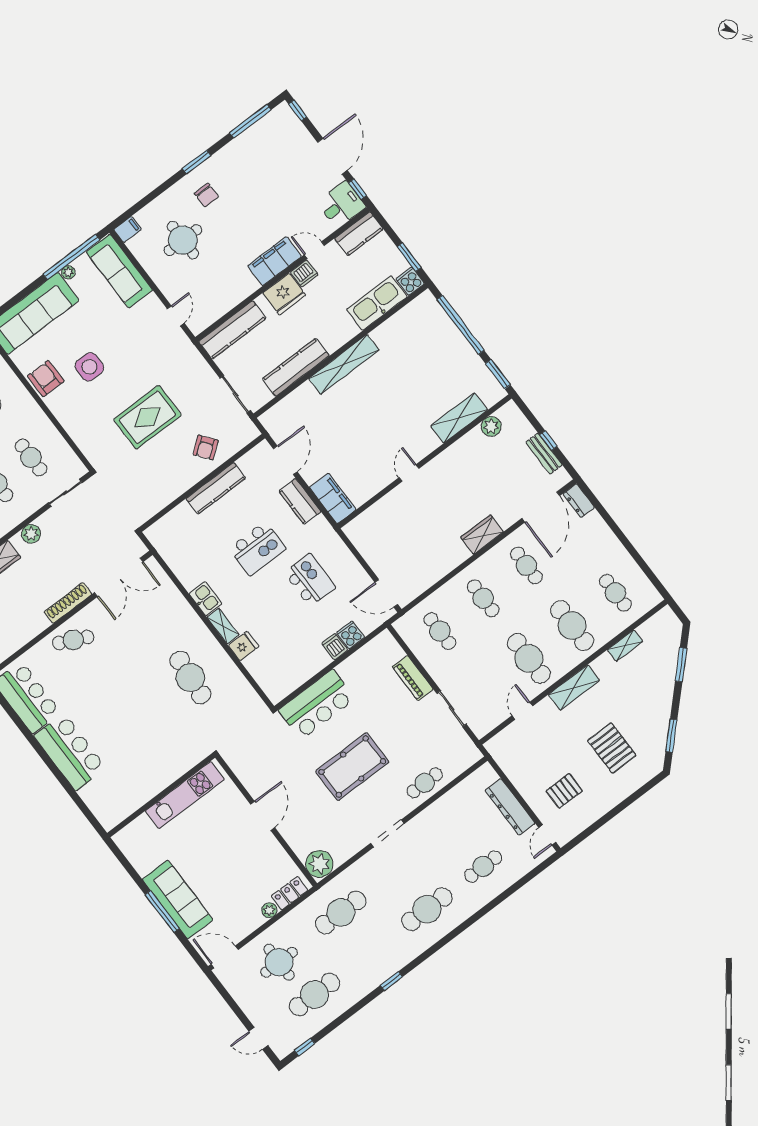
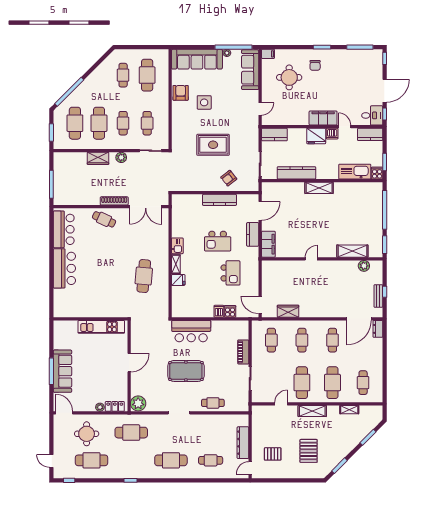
kitchen counter: (232, 330) -> (274, 135), width x0.67
shelving: (344, 364) -> (319, 188), width x0.68
wardrobe: (482, 535) -> (288, 311), moved

